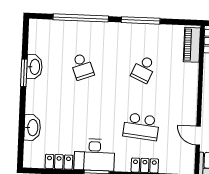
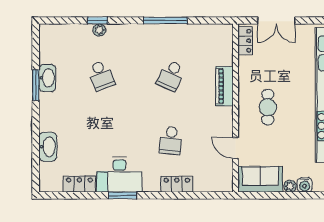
window: (81, 18) -> (97, 20), width x0.32
plant: (82, 26) -> (99, 30), added
piano: (192, 45) -> (224, 86), moved
school desk: (141, 127) -> (171, 140), width x0.54

